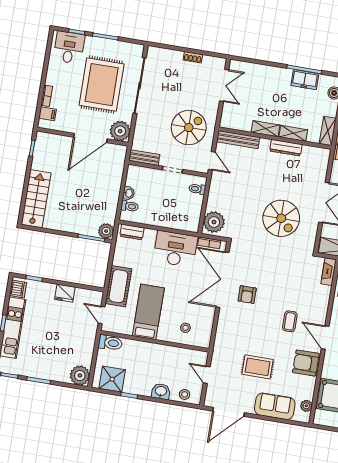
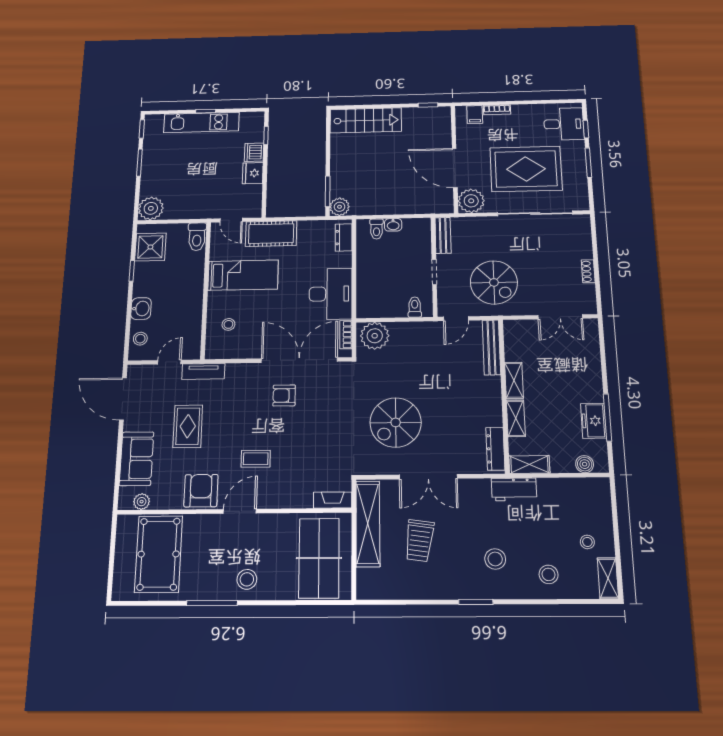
dresser: (286, 148) -> (495, 449), moved
dishwasher: (18, 289) -> (254, 152), moved, turned 90
door: (102, 315) -> (231, 220), swing flipped
tv unit: (218, 351) -> (203, 371), added

